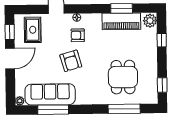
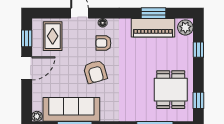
dining table: (123, 77) -> (171, 90), moved

